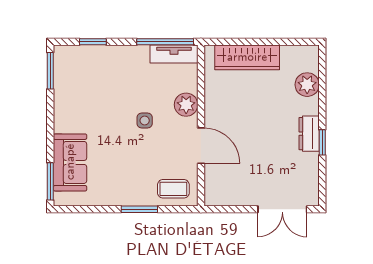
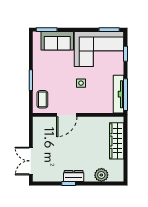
tv unit: (174, 54) -> (119, 94), width x1.41
corner sofa: (85, 89) -> (99, 49), added
plant: (186, 105) -> (90, 107), removed

